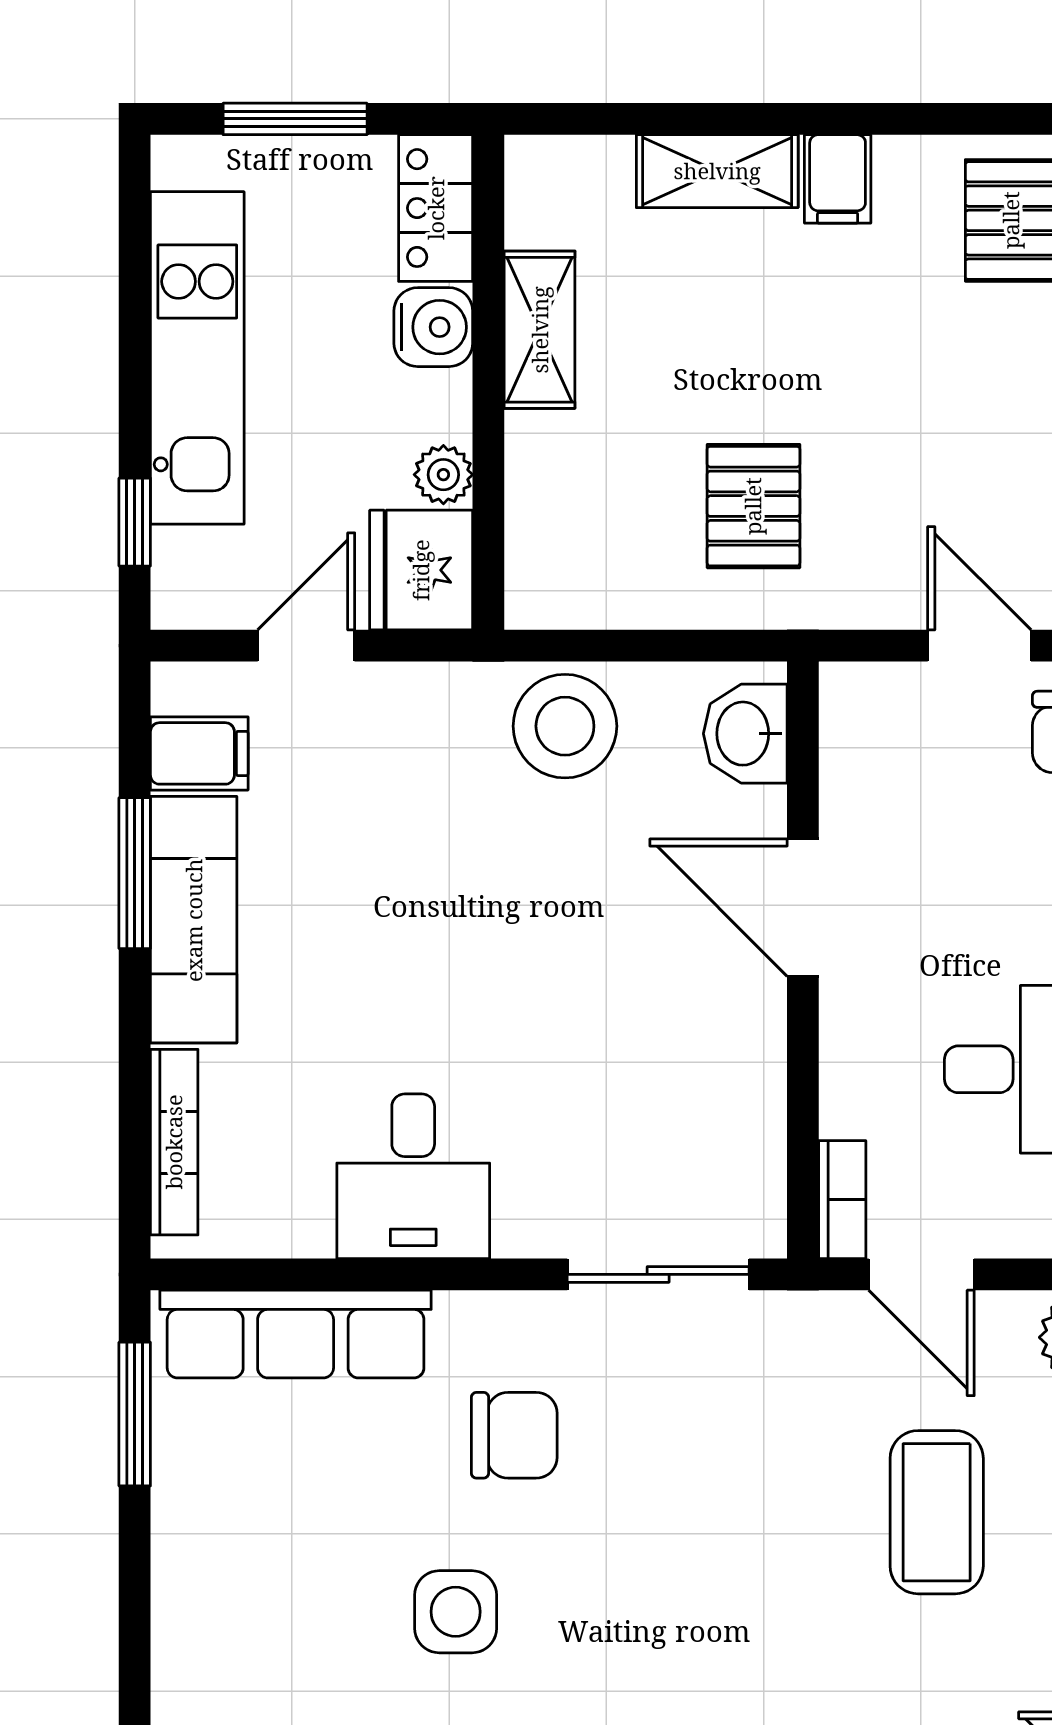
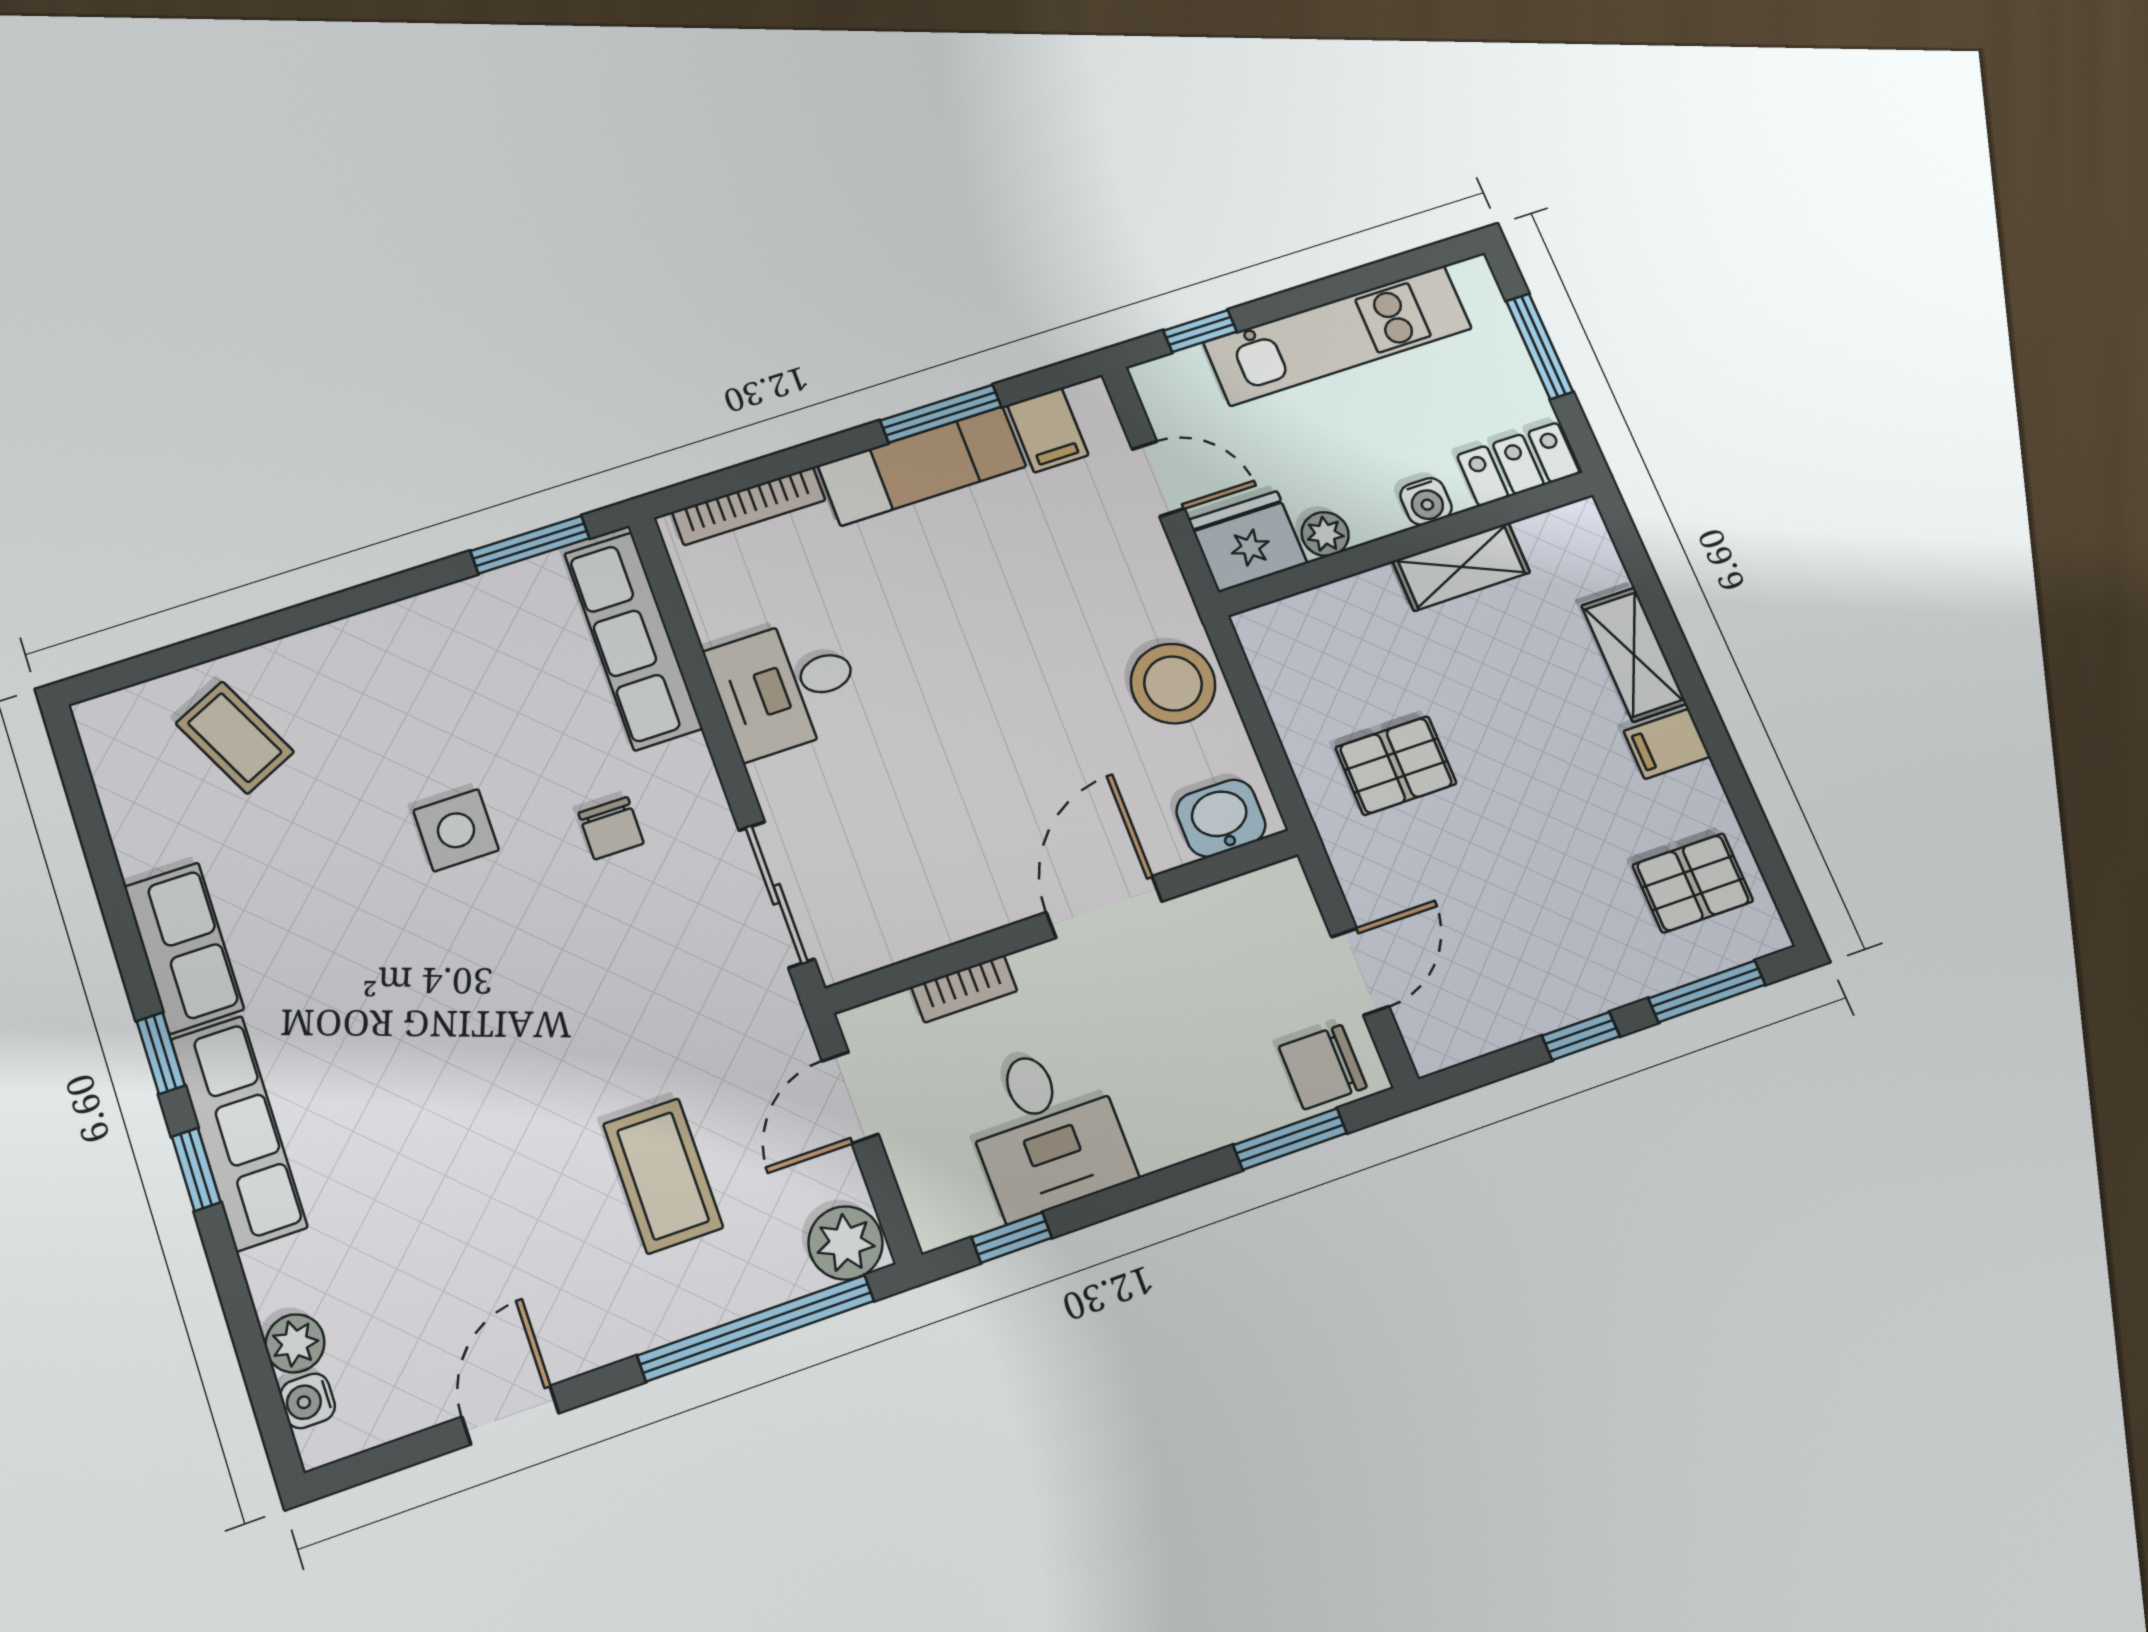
water cooler: (433, 327) -> (1426, 501), width x0.72, depth x0.72
bookcase: (842, 1200) -> (964, 989), moved
chair: (514, 1435) -> (611, 828), width x0.73, depth x0.73
coffee table: (937, 1512) -> (663, 1176), turned 90

